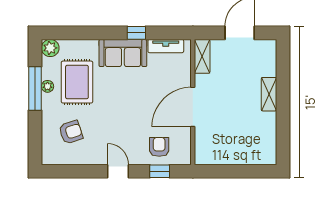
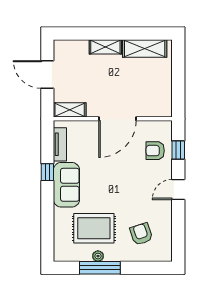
plant: (50, 48) -> (62, 253), removed
door: (193, 107) -> (117, 119), hinge flipped
shelving: (267, 136) -> (145, 48), added

